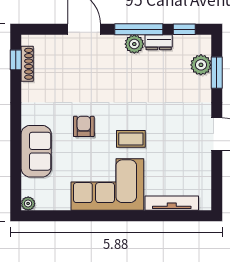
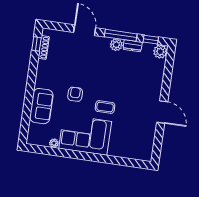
plant: (201, 65) -> (160, 52), moved
window: (217, 73) -> (168, 71), removed
plant: (28, 203) -> (54, 143), moved
tv unit: (172, 203) -> (126, 153), removed

